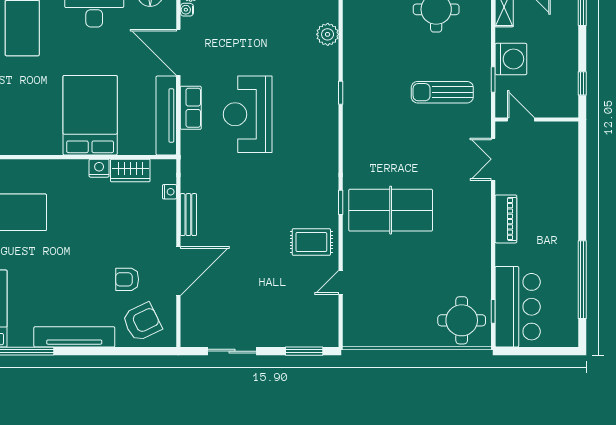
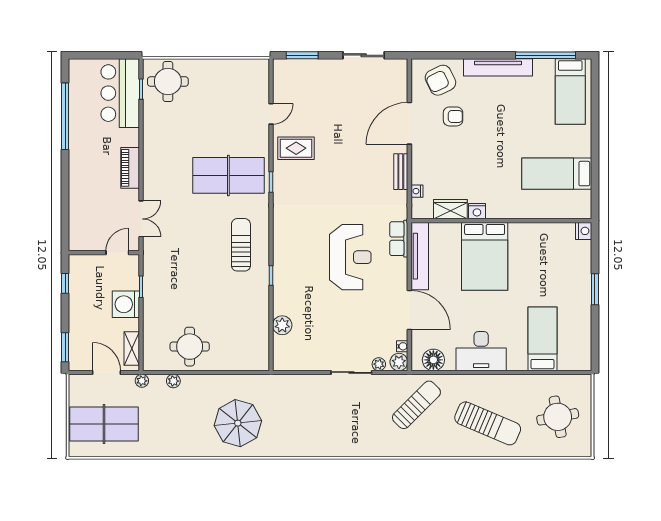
sun lounger: (442, 92) -> (241, 245), moved, turned -90
row of seats: (191, 108) -> (399, 239), moved
door: (521, 120) -> (117, 253), swing flipped

